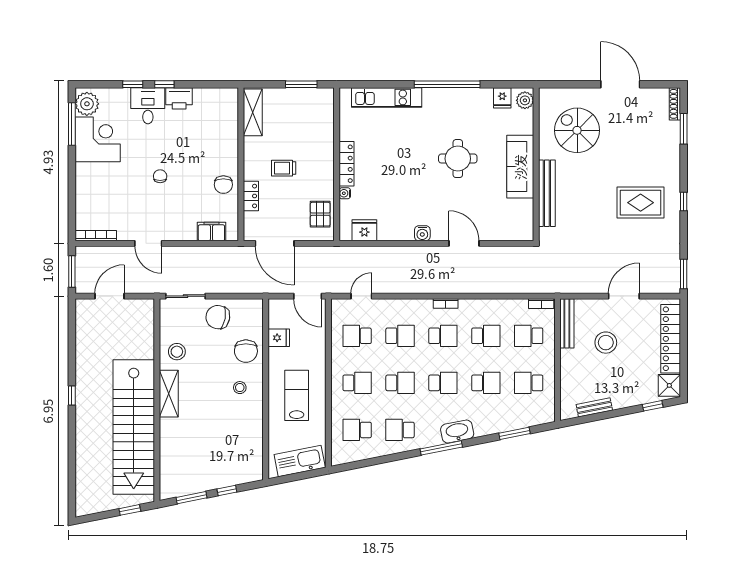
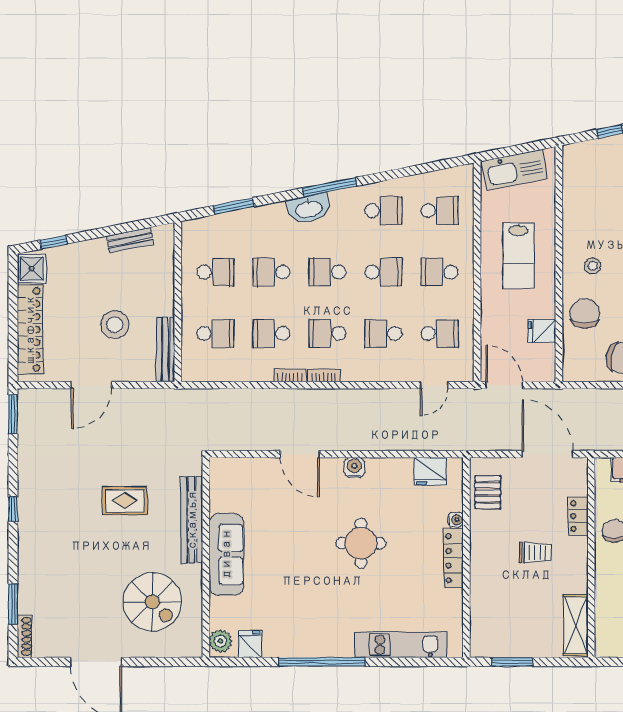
round table: (458, 159) -> (361, 543), moved
rug: (641, 203) -> (125, 501), moved, width x0.73, depth x0.70
bookcase: (541, 304) -> (290, 375), moved
school desk: (400, 383) -> (383, 272), turned 180

